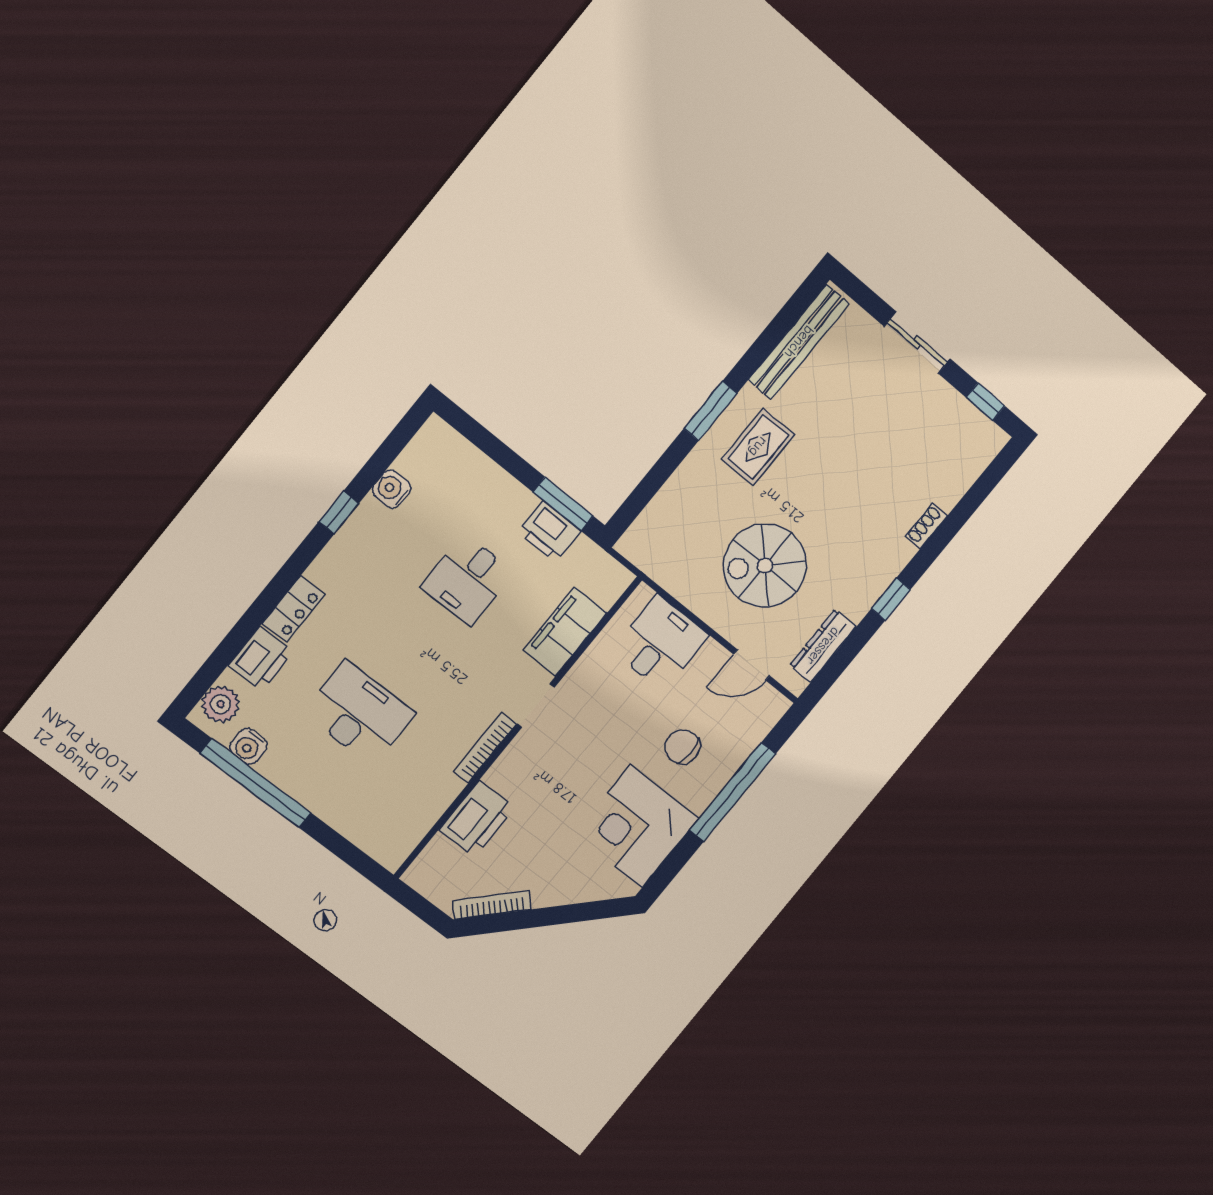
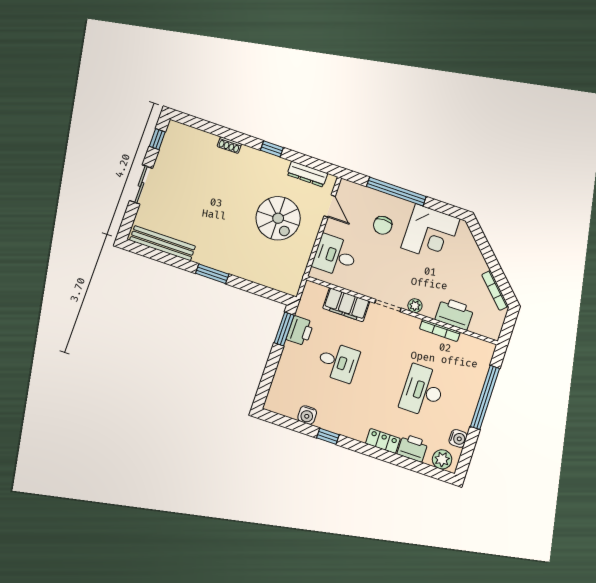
rug: (758, 447) -> (221, 244), removed
bookcase: (485, 748) -> (440, 330), moved
plant: (518, 753) -> (415, 306), added
window: (256, 783) -> (485, 397), moved

